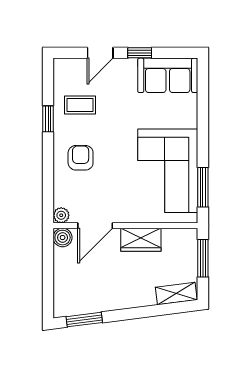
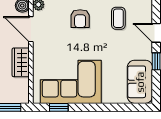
armchair: (81, 158) -> (80, 19), turned 90
window: (203, 187) -> (59, 107), width x0.67

